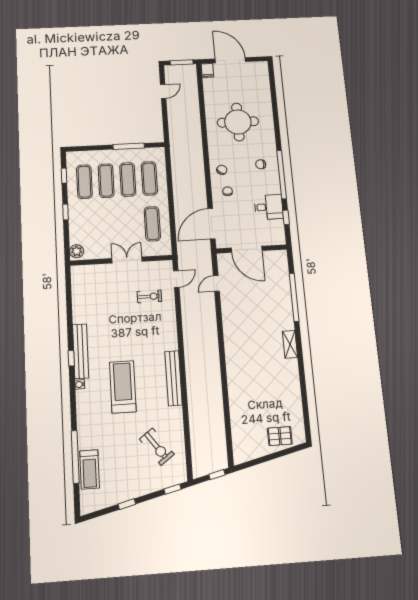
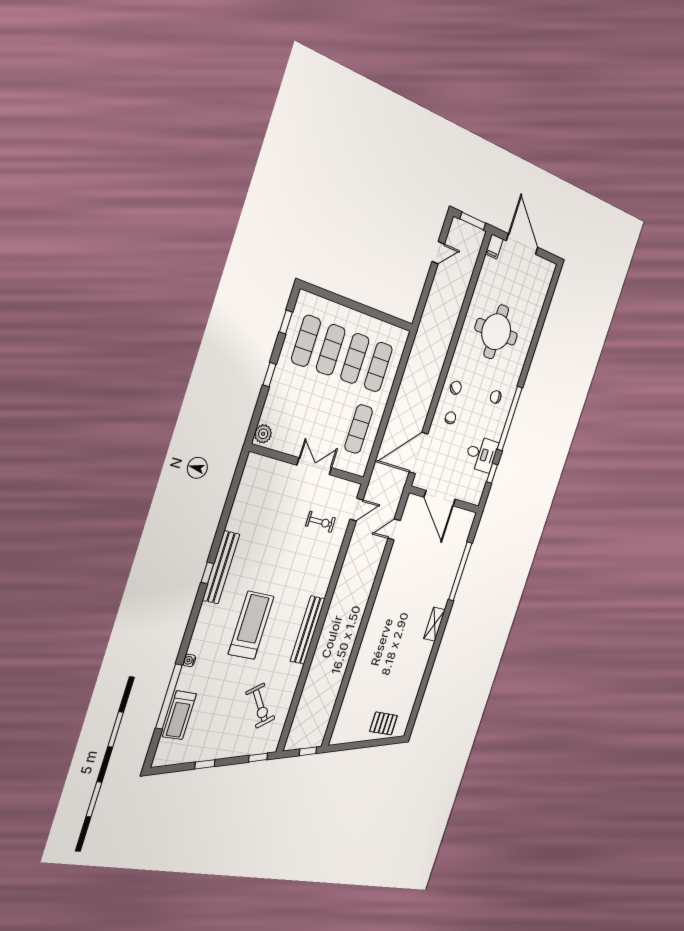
window: (129, 146) -> (373, 313), removed
water cooler: (80, 384) -> (189, 660), moved

